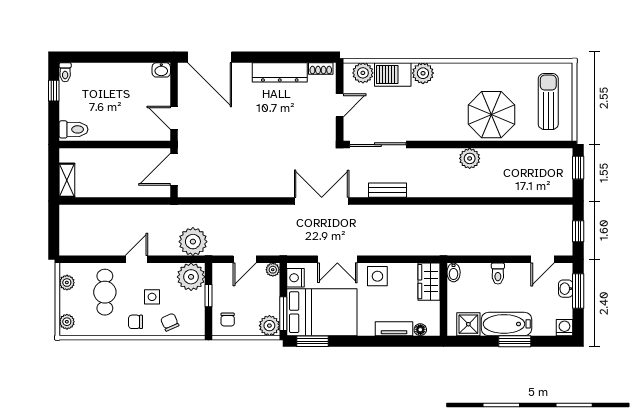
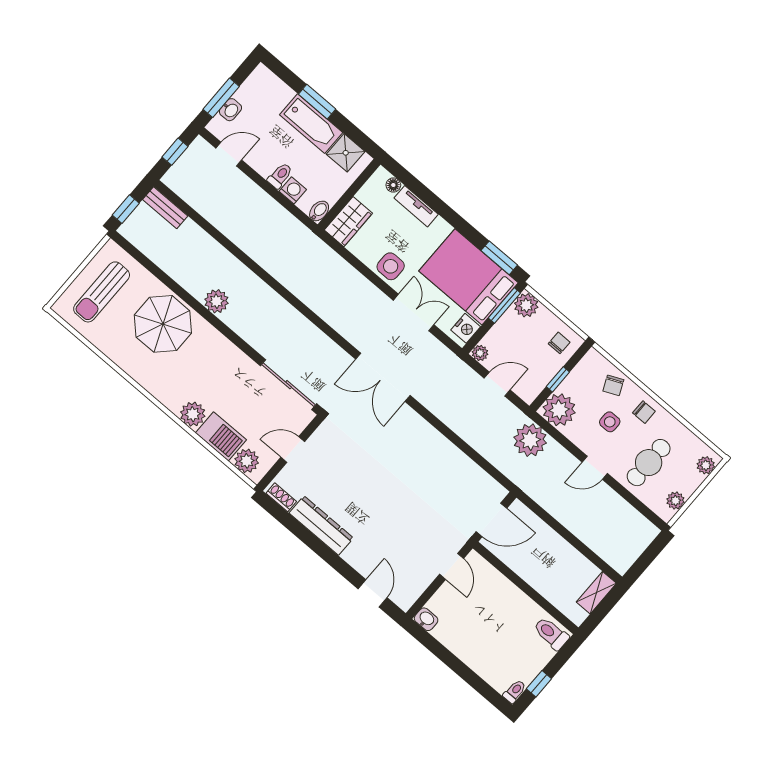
door: (210, 57) -> (373, 593), width x0.53
bench: (388, 190) -> (165, 208), moved
washing machine: (564, 328) -> (293, 190), moved, turned 180

